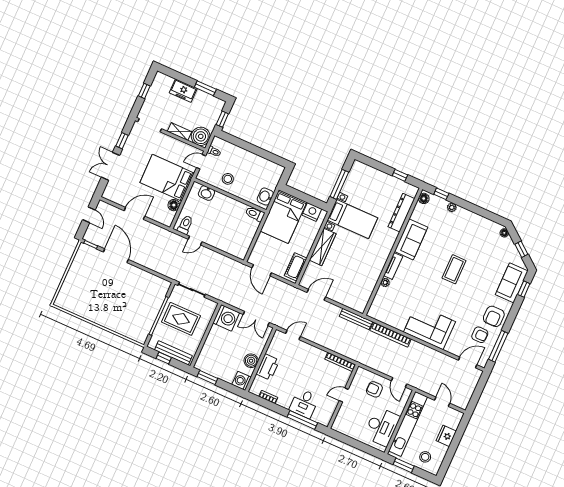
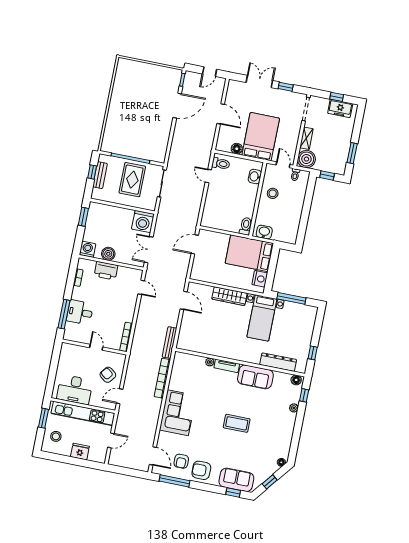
freezer: (183, 91) -> (340, 108), moved, turned -90
cot: (296, 267) -> (205, 275), removed
bench: (173, 353) -> (100, 175), width x0.73
armchair: (374, 389) -> (108, 375), turned -52

